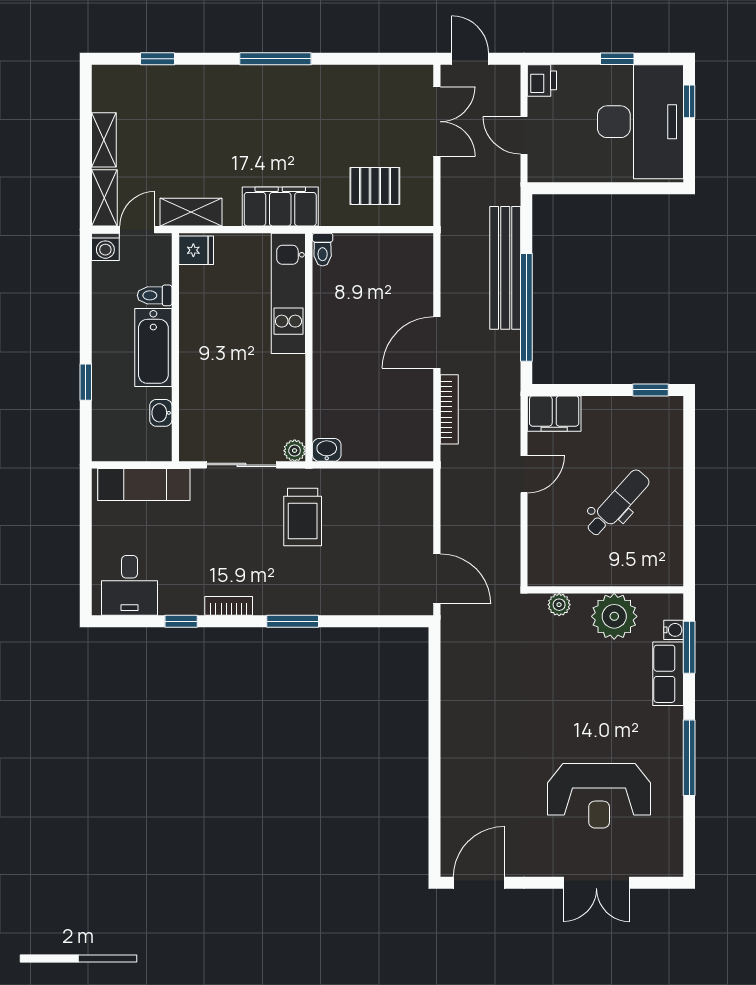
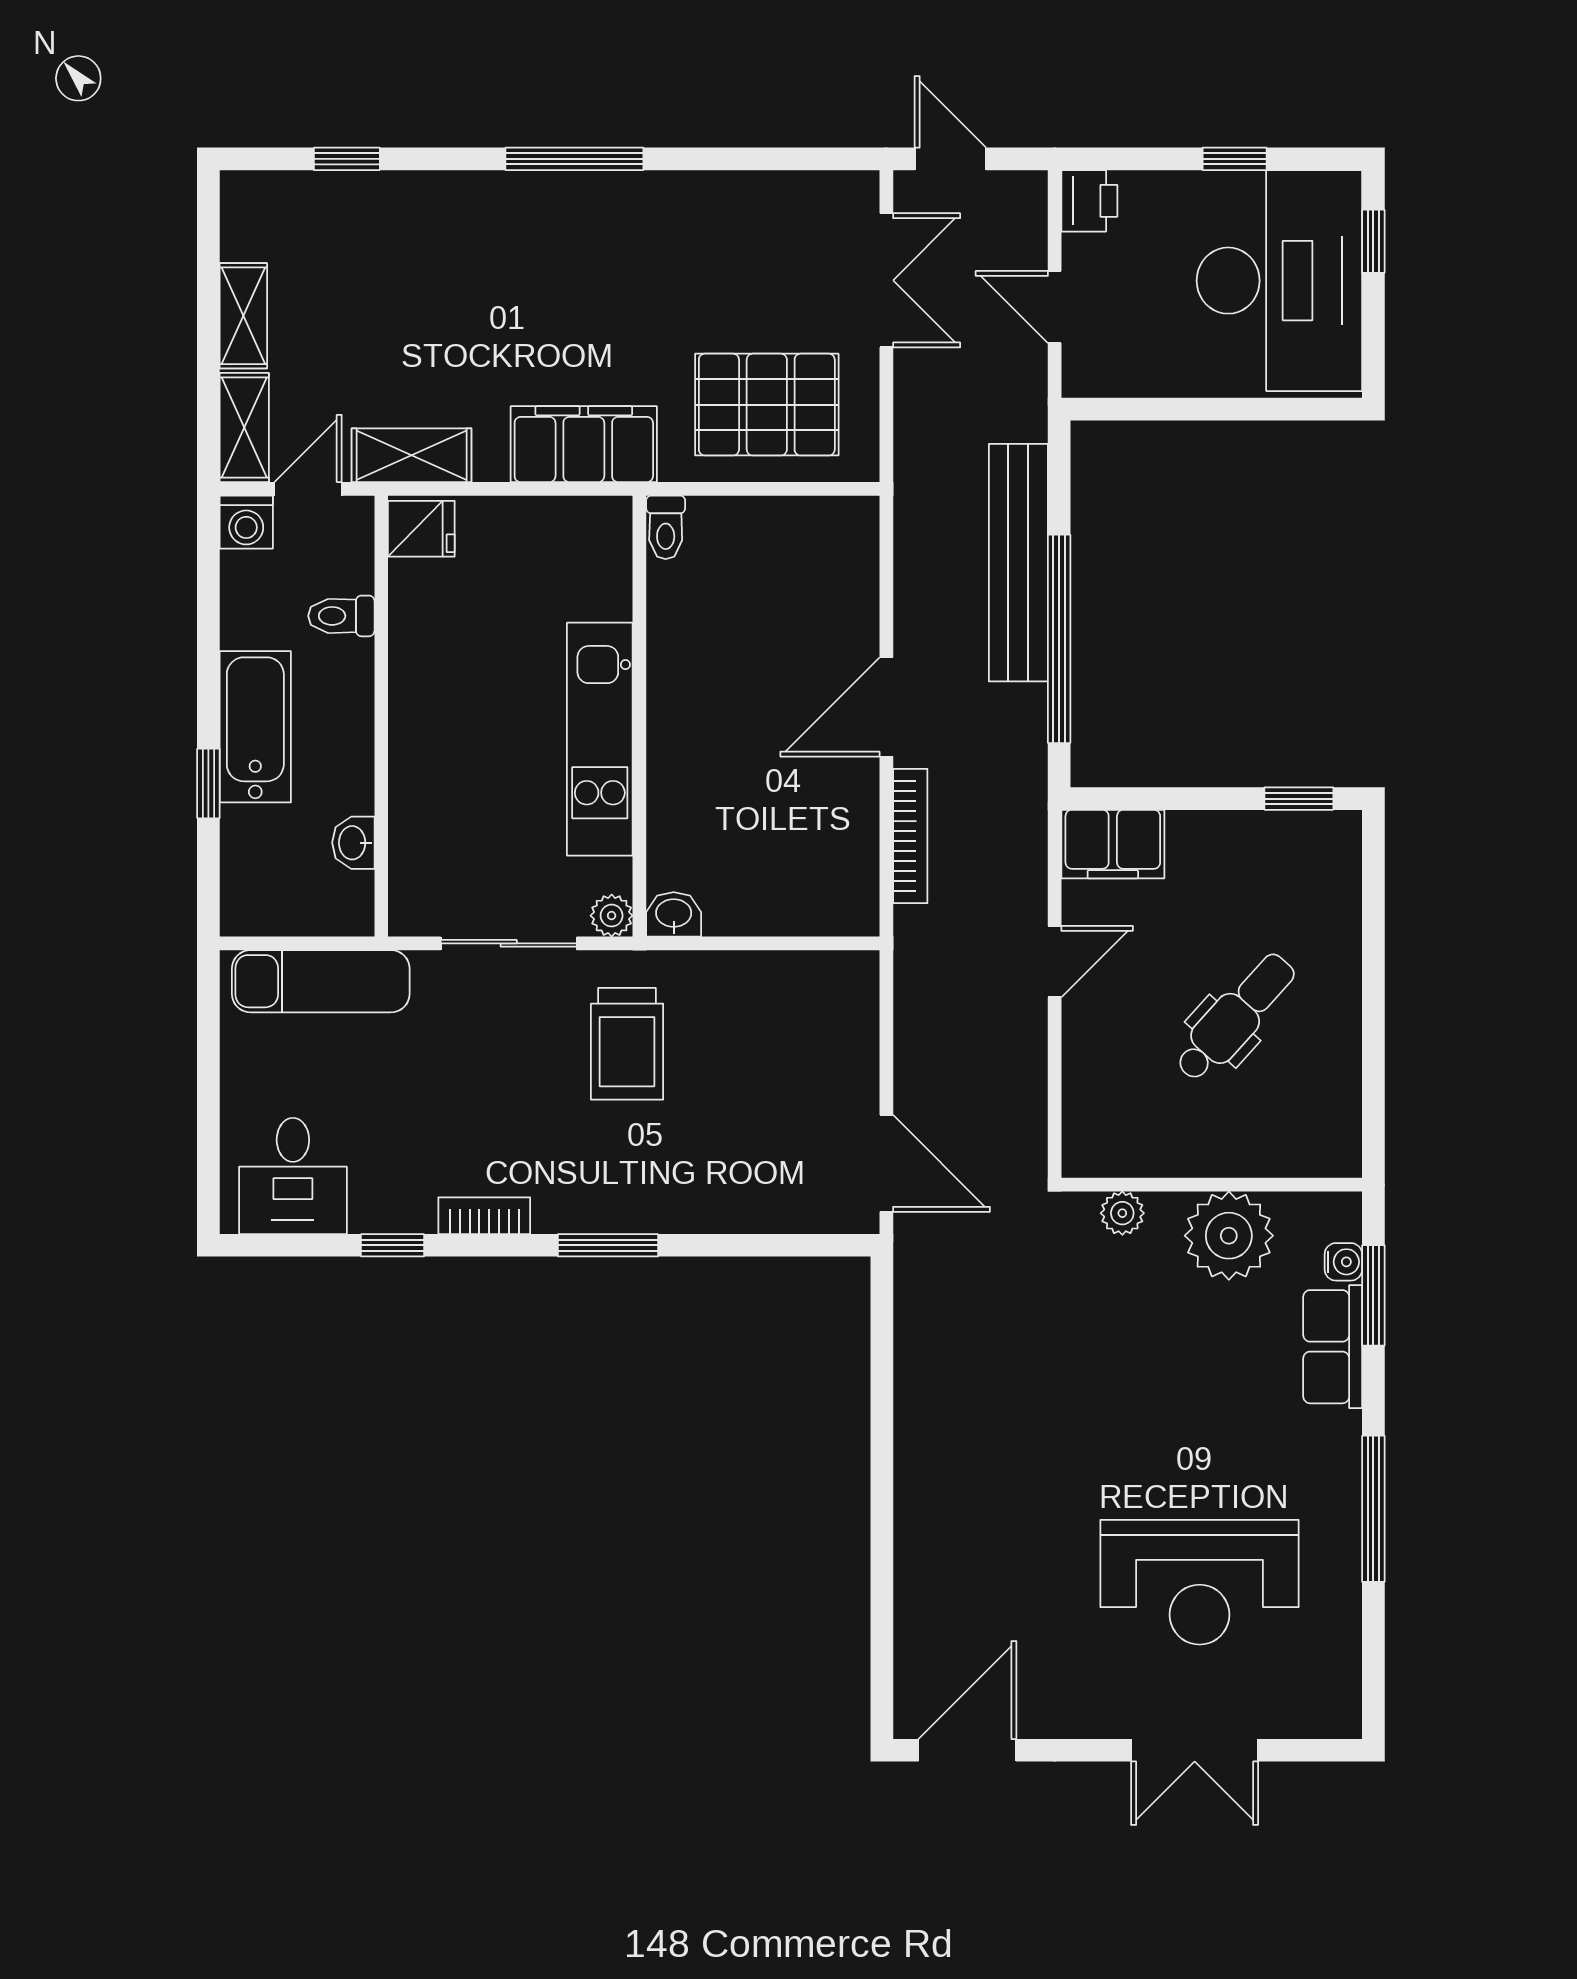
pallet: (375, 186) -> (767, 405), width x1.50, depth x1.42
kitchen unit: (288, 293) -> (600, 739), moved
bathtub: (153, 347) -> (255, 727), moved, turned 180

